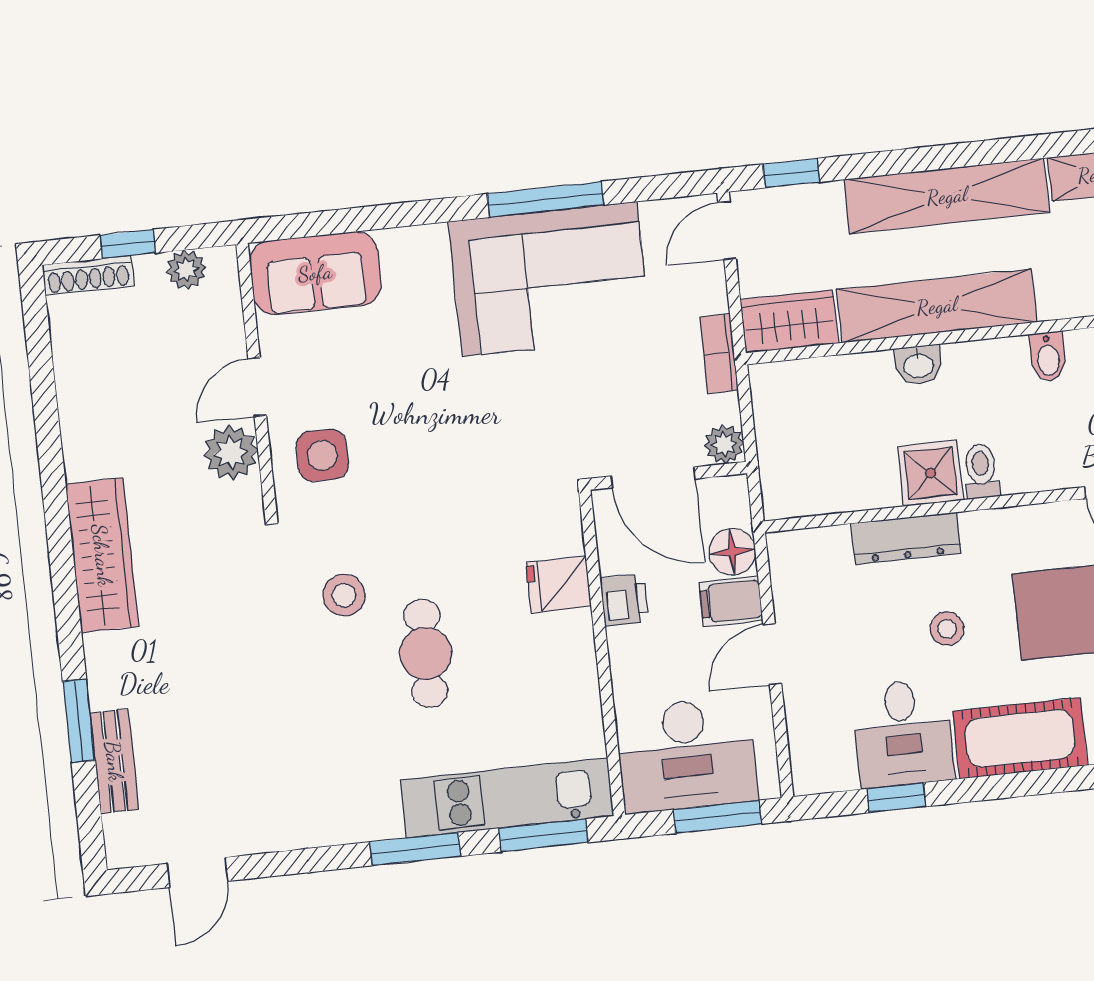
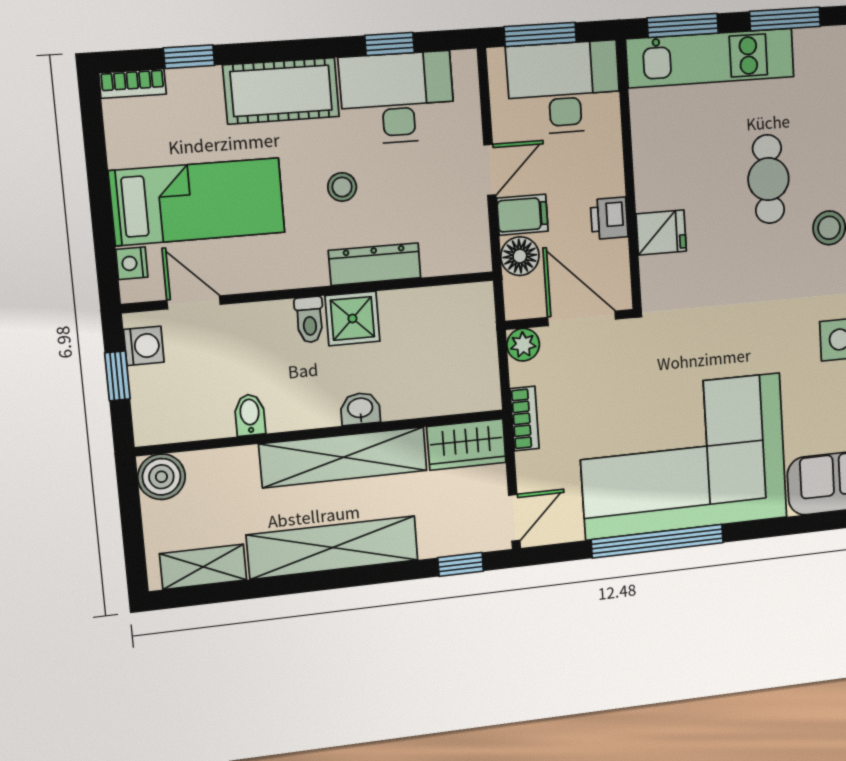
window: (545, 199) -> (658, 541), width x1.46
corner sofa: (549, 279) -> (683, 456), width x1.36, depth x1.36
desk: (903, 733) -> (397, 98), width x1.37

